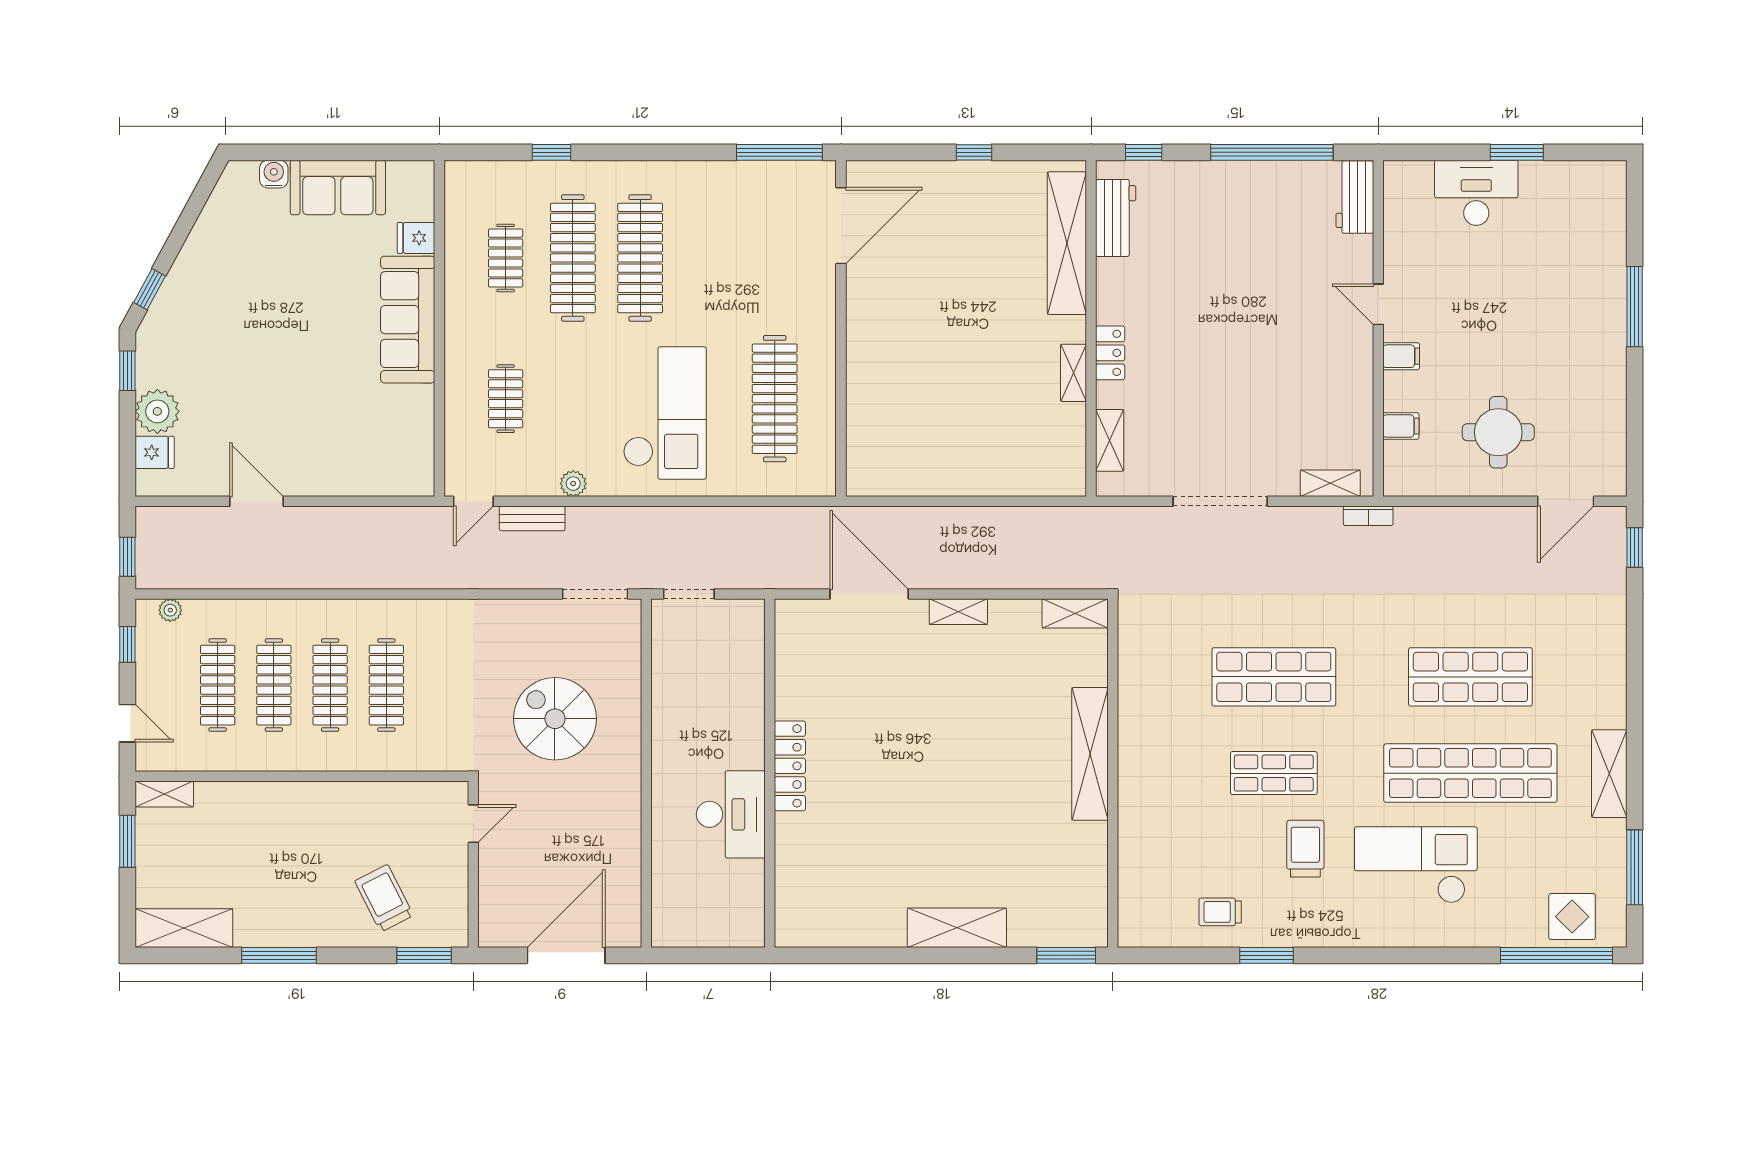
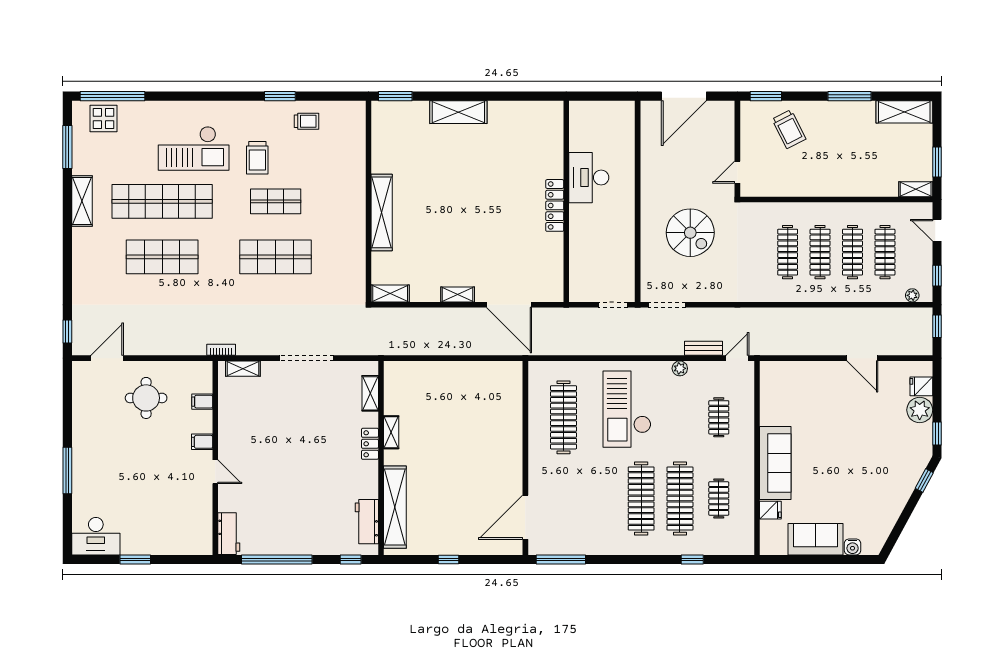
desk: (1476, 193) -> (96, 536), moved

